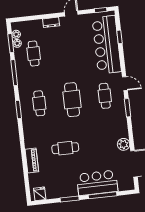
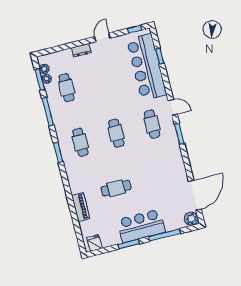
cafe table: (72, 100) -> (116, 133), width x0.73, depth x0.74
plant: (124, 144) -> (191, 219), moved
bar counter: (97, 183) -> (141, 226), moved

